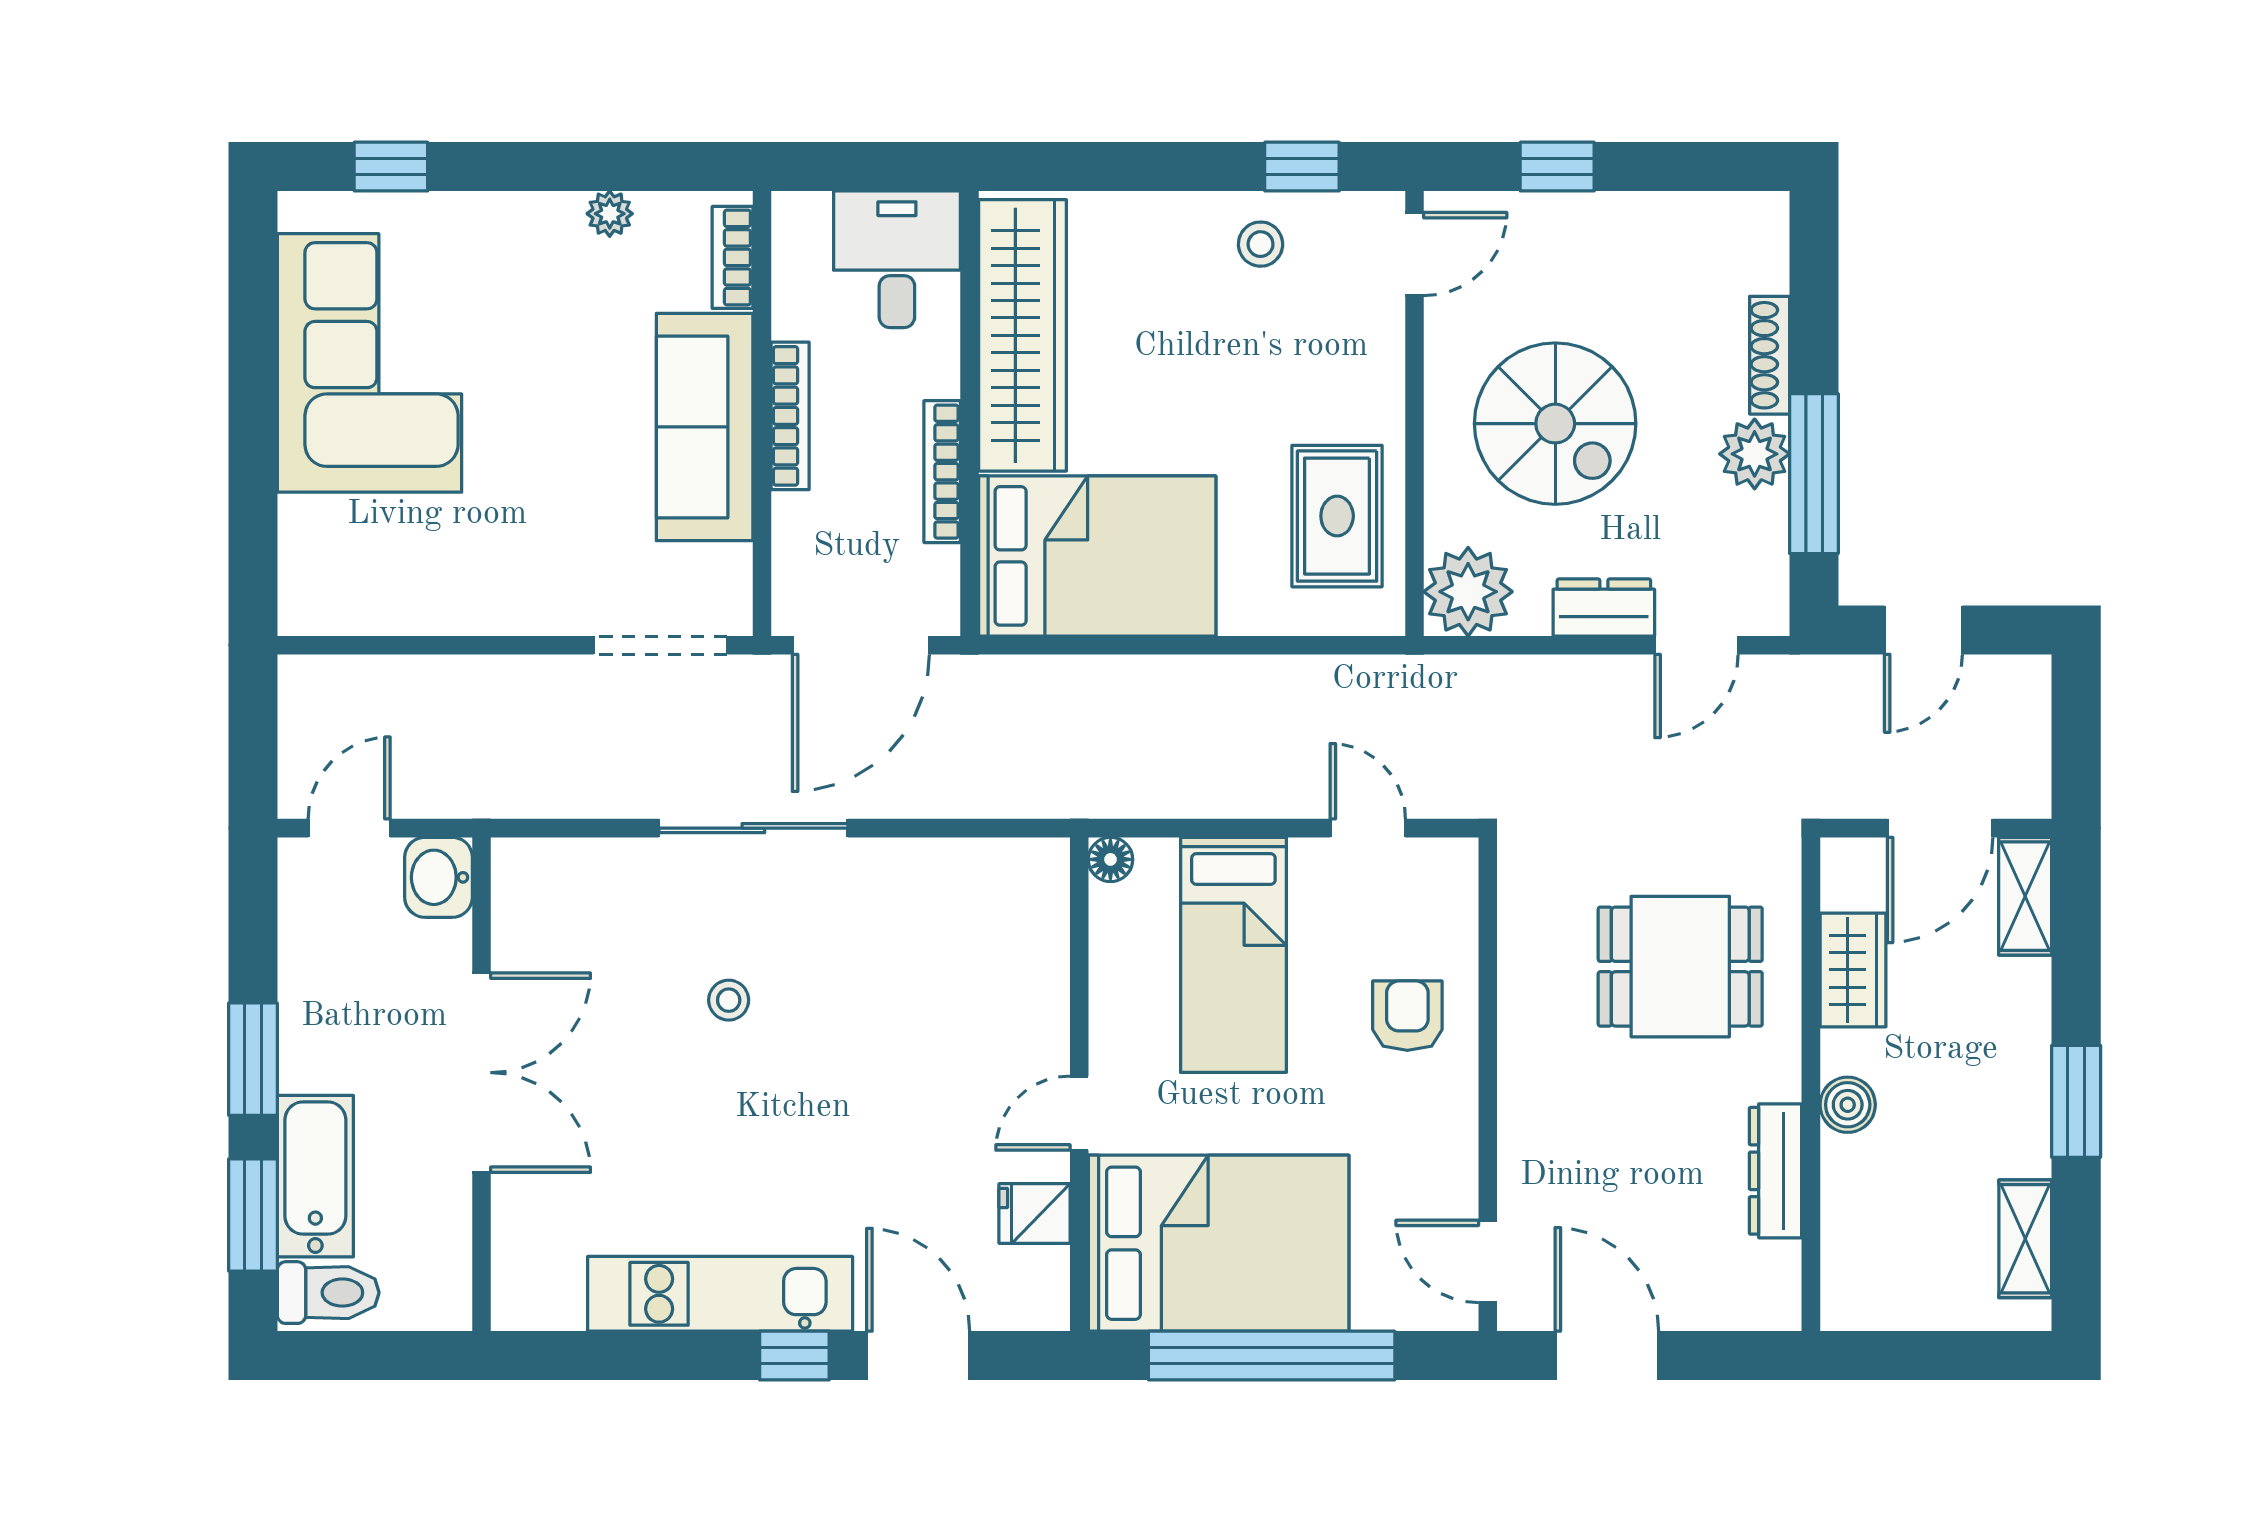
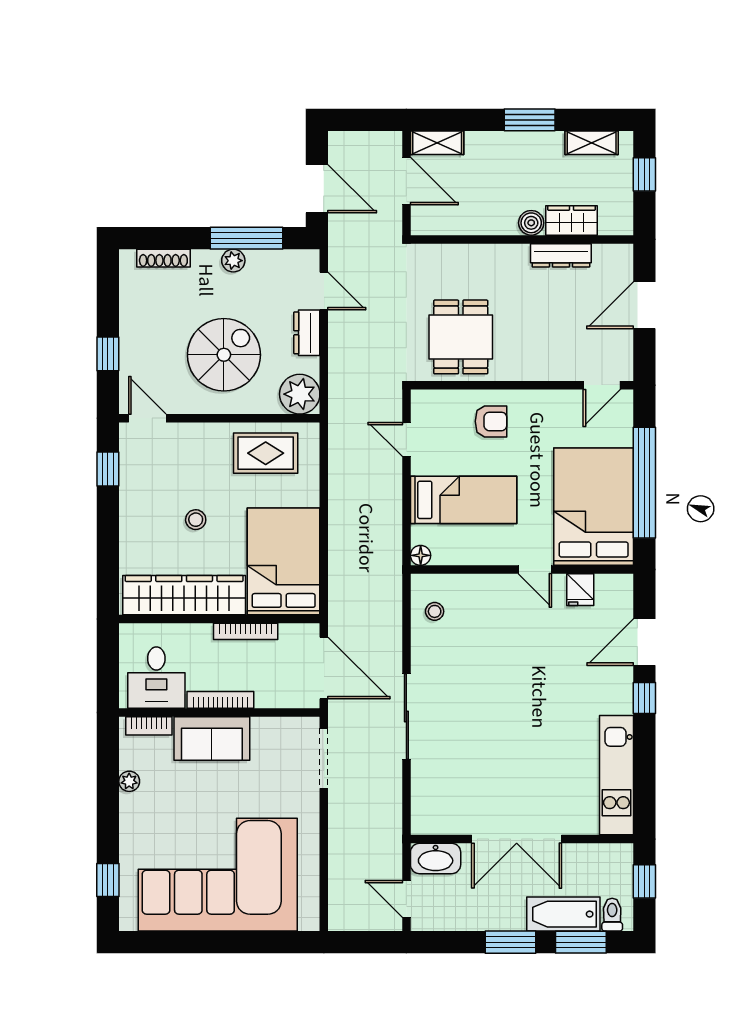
stool: (1261, 244) -> (196, 520), moved
desk: (897, 259) -> (156, 678), moved, turned -90
shoe rack: (1770, 355) -> (163, 258), moved
corner sofa: (370, 363) -> (218, 875), width x1.36, depth x1.36
sofa: (705, 427) -> (212, 738), width x0.73
plant: (1755, 454) -> (233, 261), width x0.73, depth x0.73
door: (1923, 630) -> (317, 189), width x1.38
door: (1368, 828) -> (406, 439), hinge flipped
washbasin: (439, 877) -> (436, 858), width x1.38
dining table: (1680, 967) -> (461, 337), moved
wardrobe: (1853, 970) -> (571, 220), moved
stool: (729, 1000) -> (435, 611), moved
armchair: (1407, 1016) -> (491, 421), turned 180
double door: (482, 1073) -> (517, 839), swing flipped
toilet: (328, 1293) -> (612, 915), width x0.73, depth x0.72
kitchen unit: (720, 1294) -> (616, 775), moved
window: (388, 1356) -> (644, 881), added
door: (1607, 1356) -> (644, 305), moved
window: (1955, 1356) -> (644, 174), added

